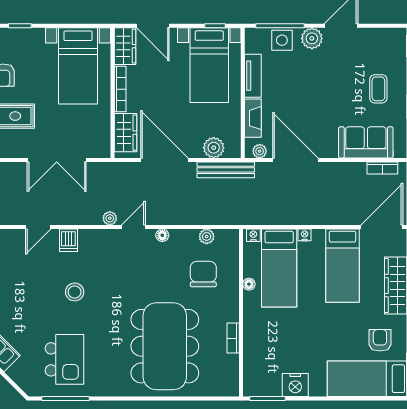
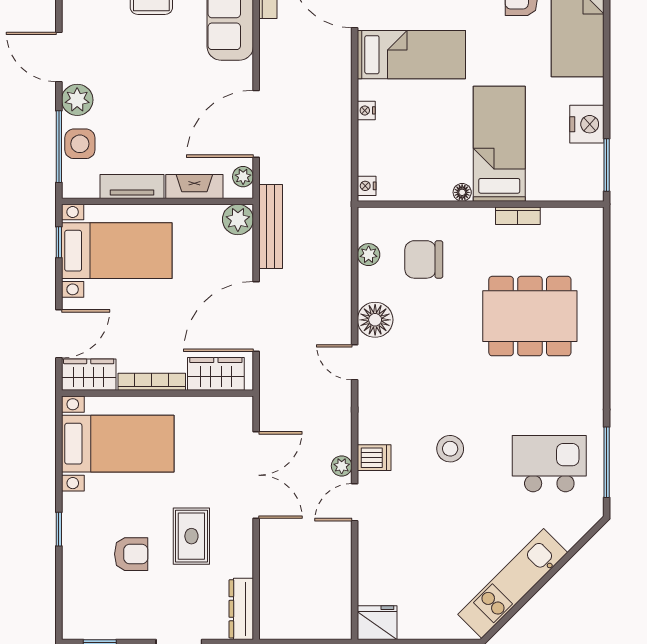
plant: (214, 148) -> (238, 219), moved
plant: (110, 218) -> (342, 466), moved
door: (38, 227) -> (355, 502), swing flipped
floor lamp: (162, 235) -> (375, 320), width x1.89, depth x1.89
bed: (279, 268) -> (499, 144), moved, turned -90
floor lamp: (249, 284) -> (462, 192), moved
dining table: (165, 346) -> (530, 316), width x0.73, depth x0.80

